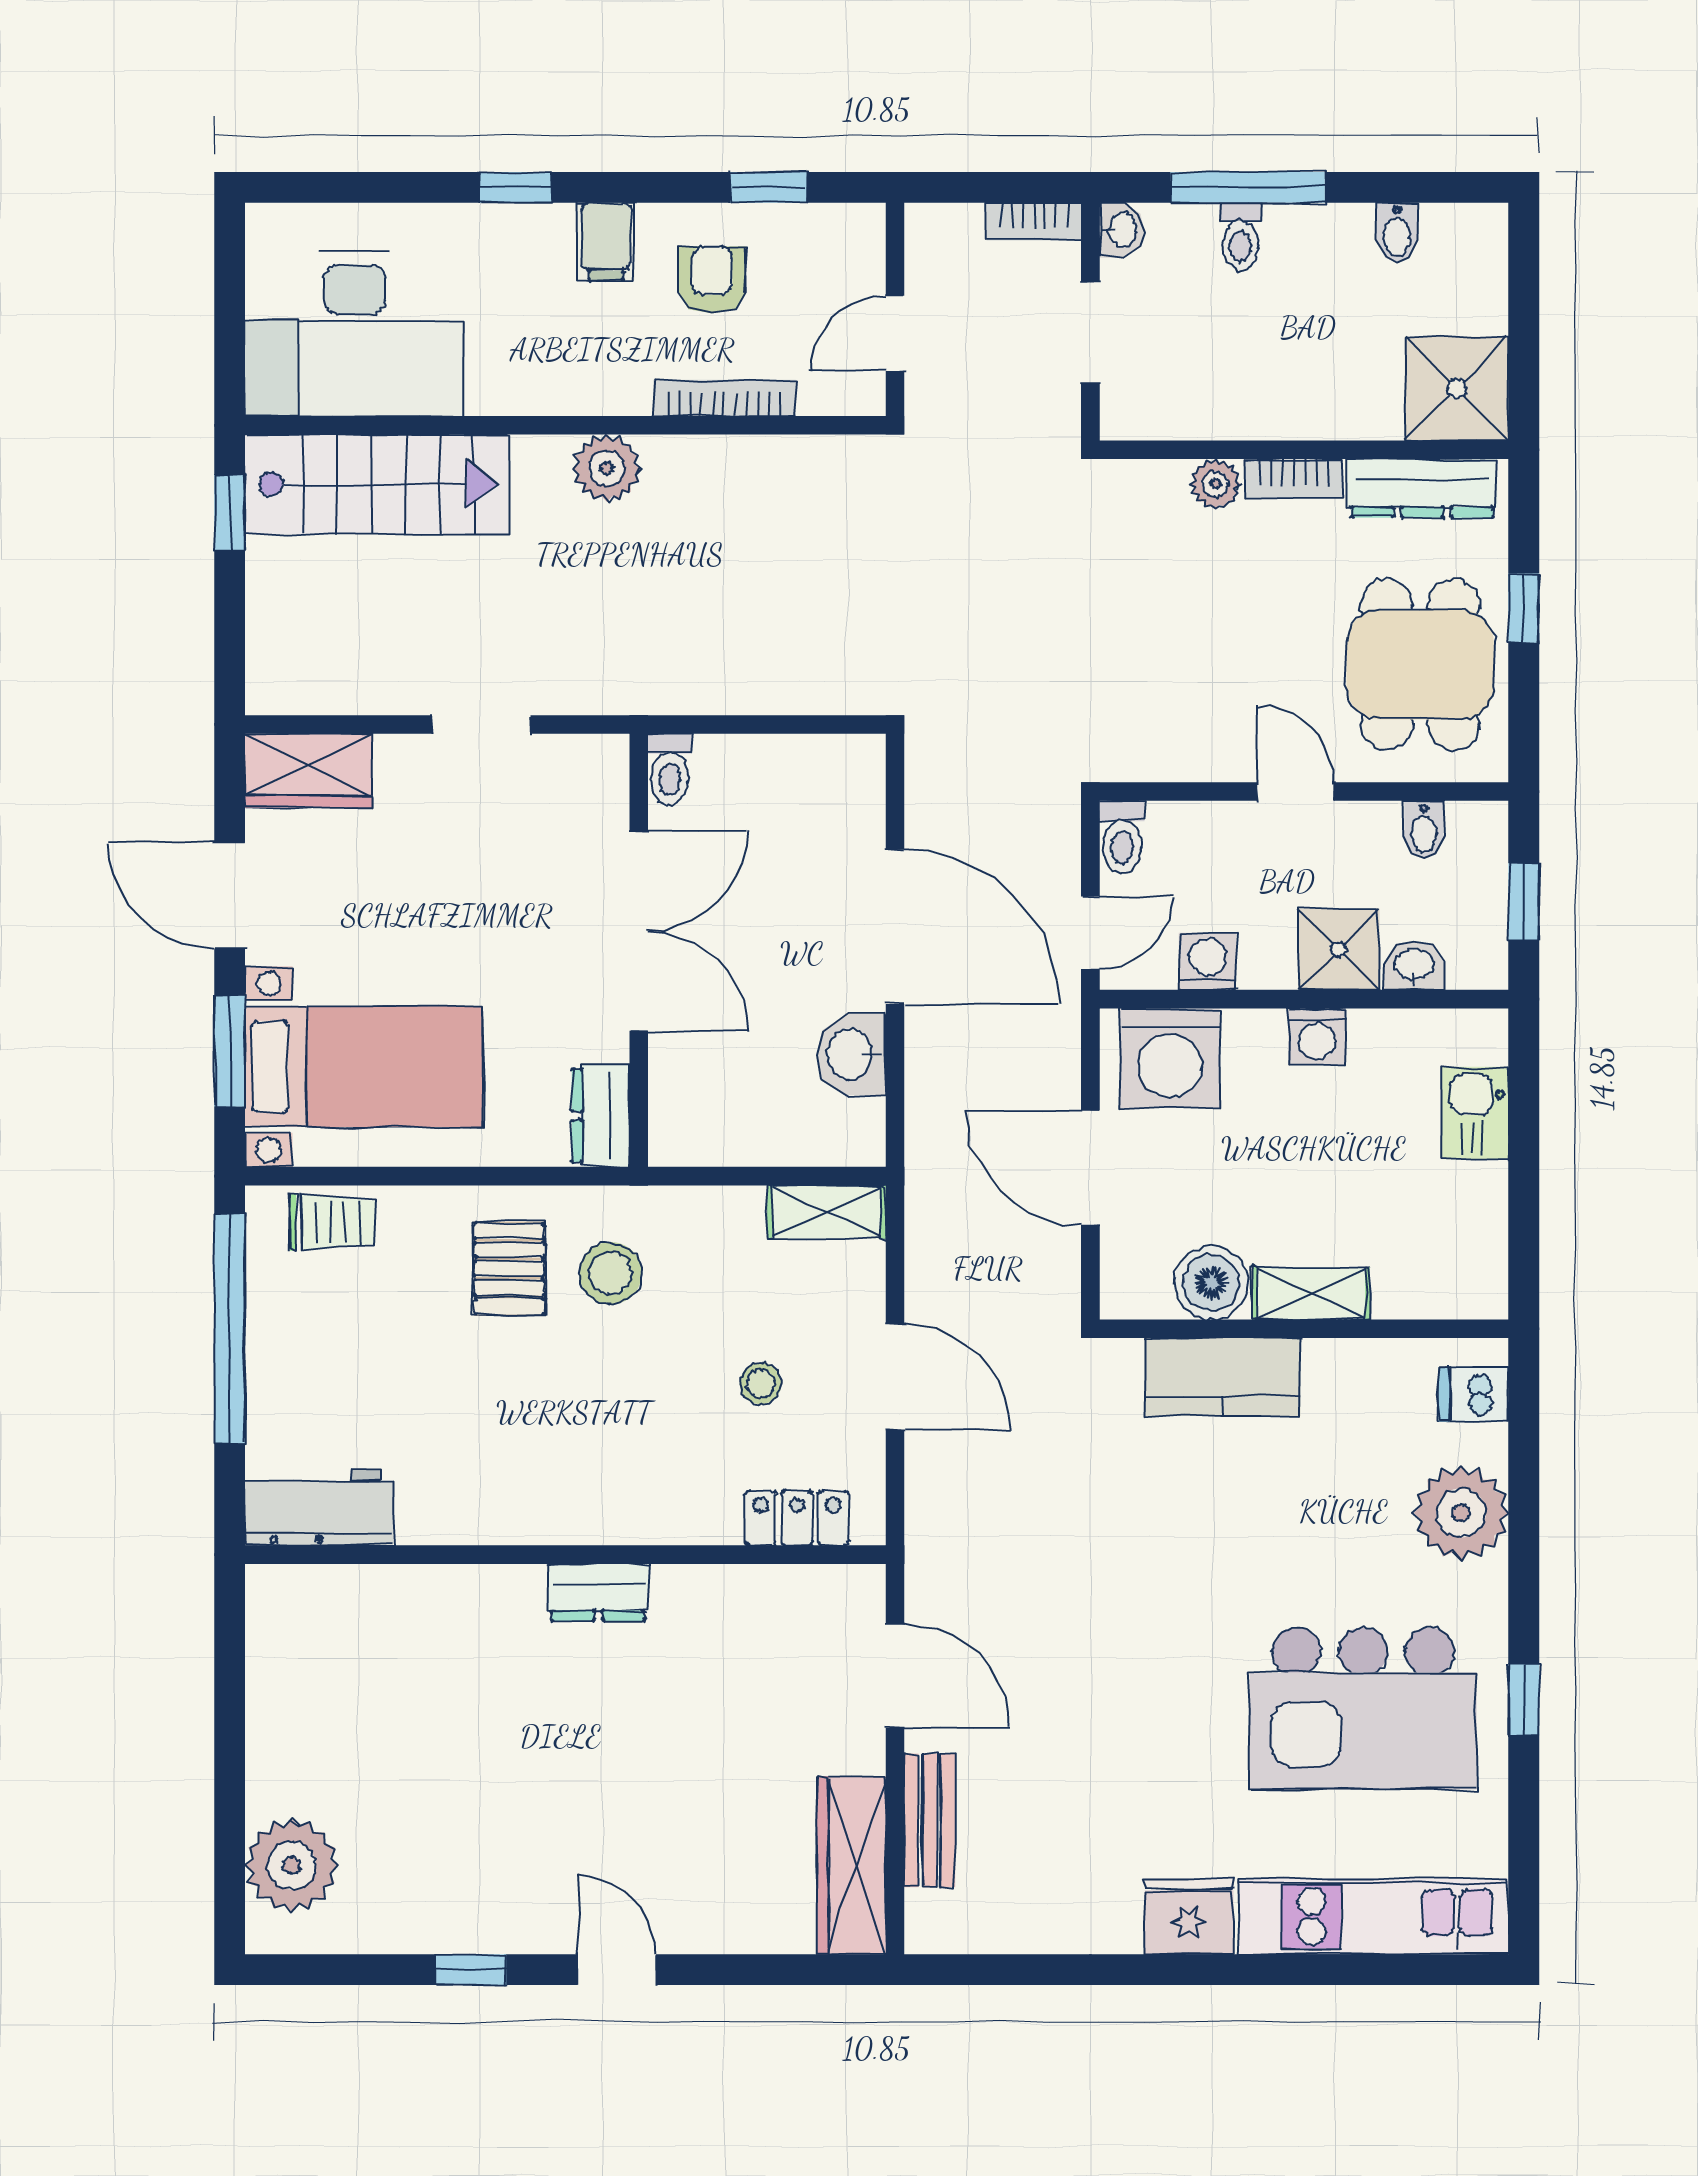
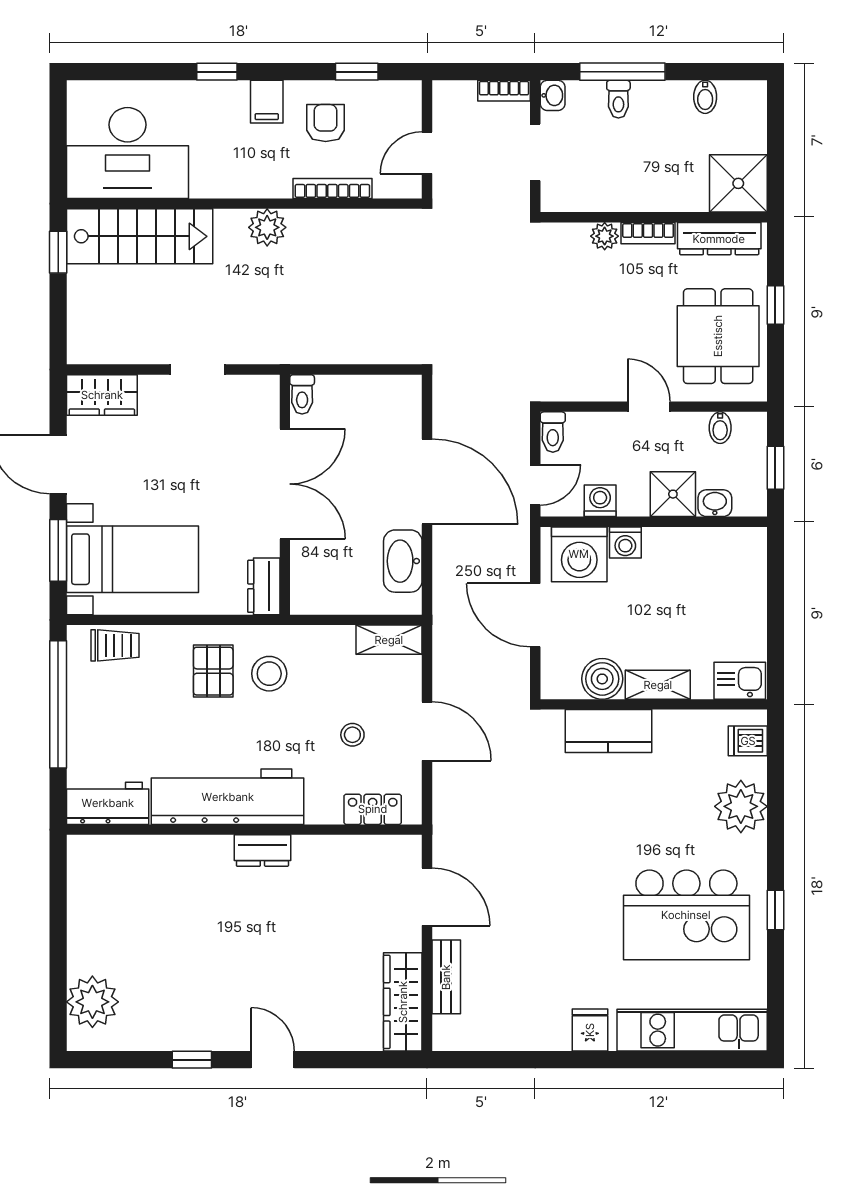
washing machine: (1317, 1037) -> (625, 543), moved
washbasin: (851, 1054) -> (403, 561), width x1.38
kitchen sink: (1475, 1113) -> (740, 681), moved, turned 90
workbench: (535, 1495) -> (228, 797), added
fridge: (1189, 1916) -> (590, 1030), width x0.72

